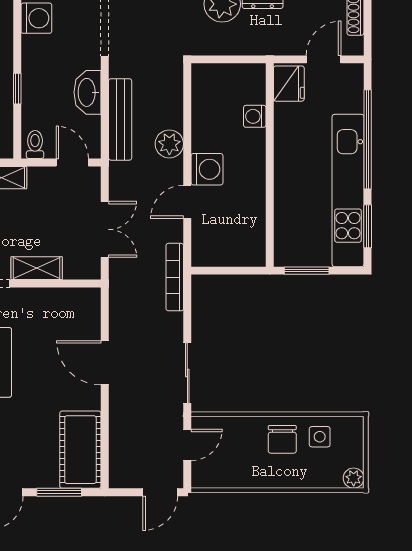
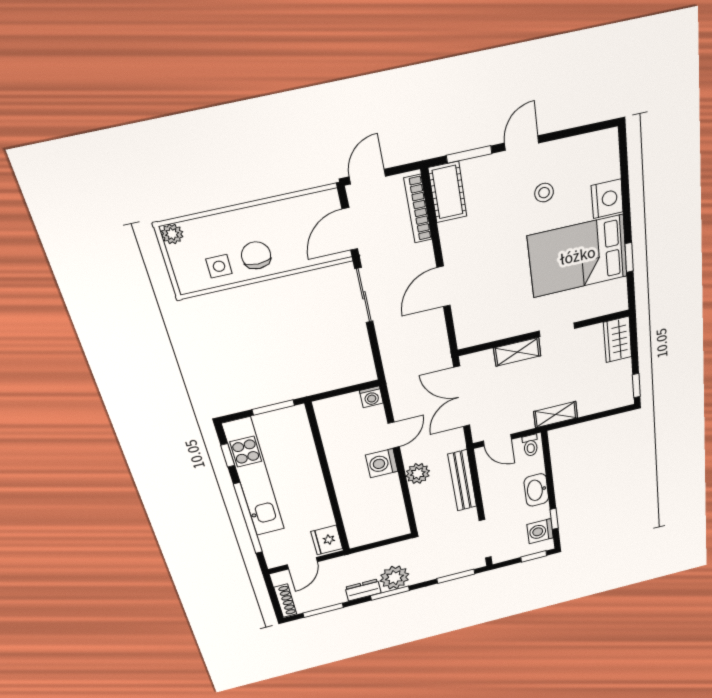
window: (17, 89) -> (554, 519), moved
washbasin: (88, 92) -> (536, 490), moved, turned 180
washing machine: (255, 116) -> (371, 397), moved, turned 90
window: (368, 226) -> (228, 455), width x0.67
double door: (105, 229) -> (462, 397), width x1.37
bookcase: (175, 277) -> (418, 209), moved, turned 180
door: (105, 363) -> (444, 287), swing flipped
door: (187, 445) -> (350, 229), width x1.38
cot: (80, 450) -> (448, 192), width x0.73, depth x0.75

